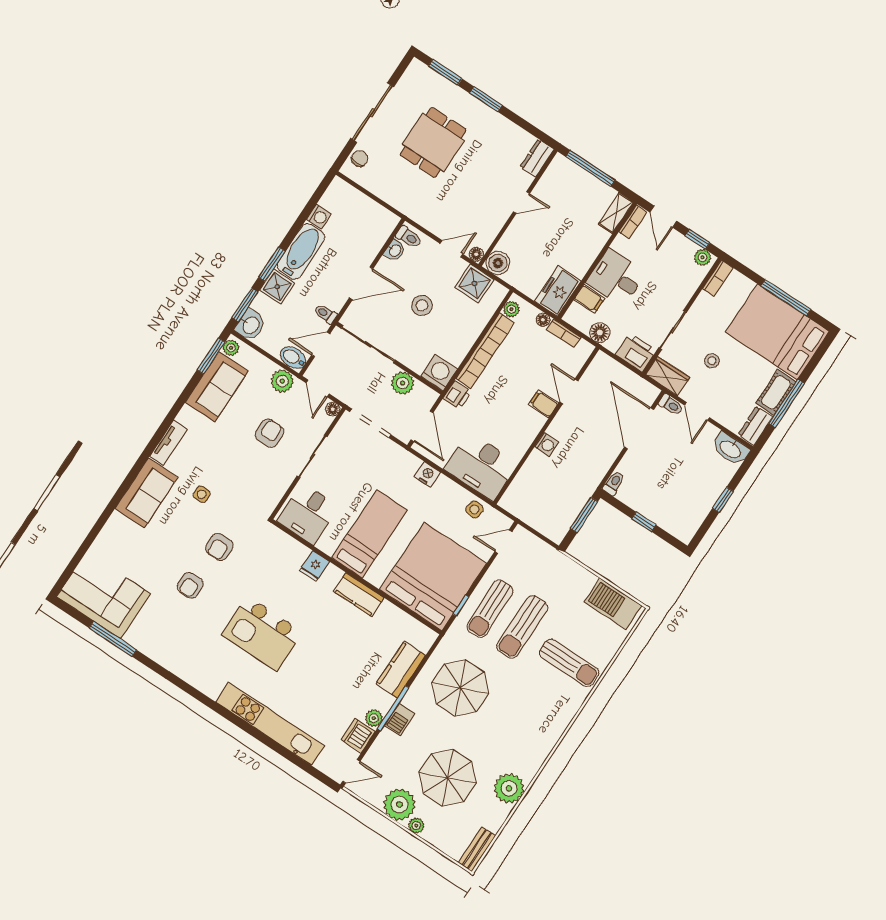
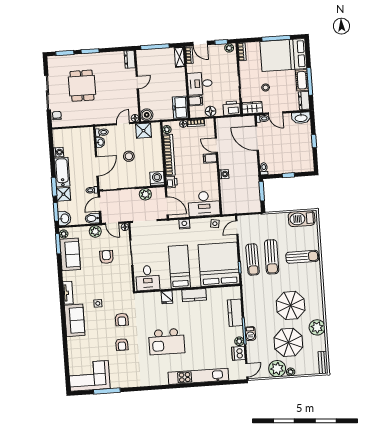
parasol: (460, 688) -> (291, 305), moved

